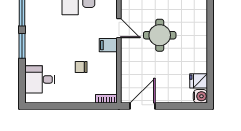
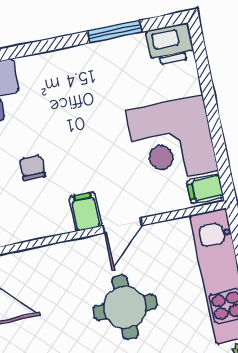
window: (22, 46) -> (50, 45), removed

